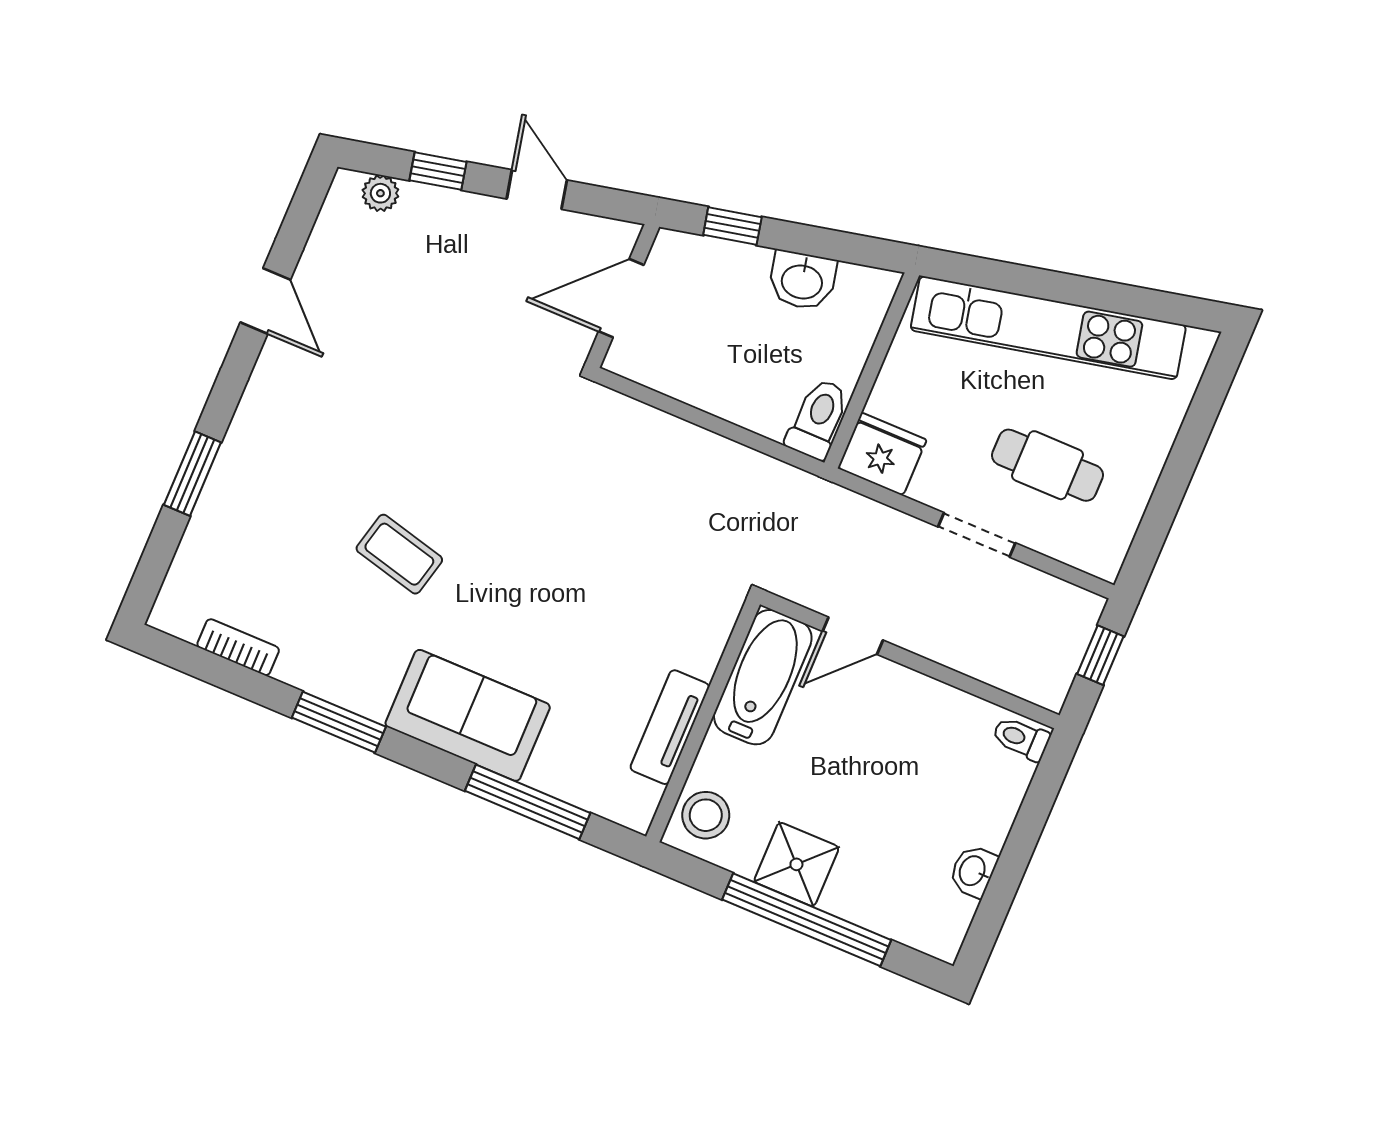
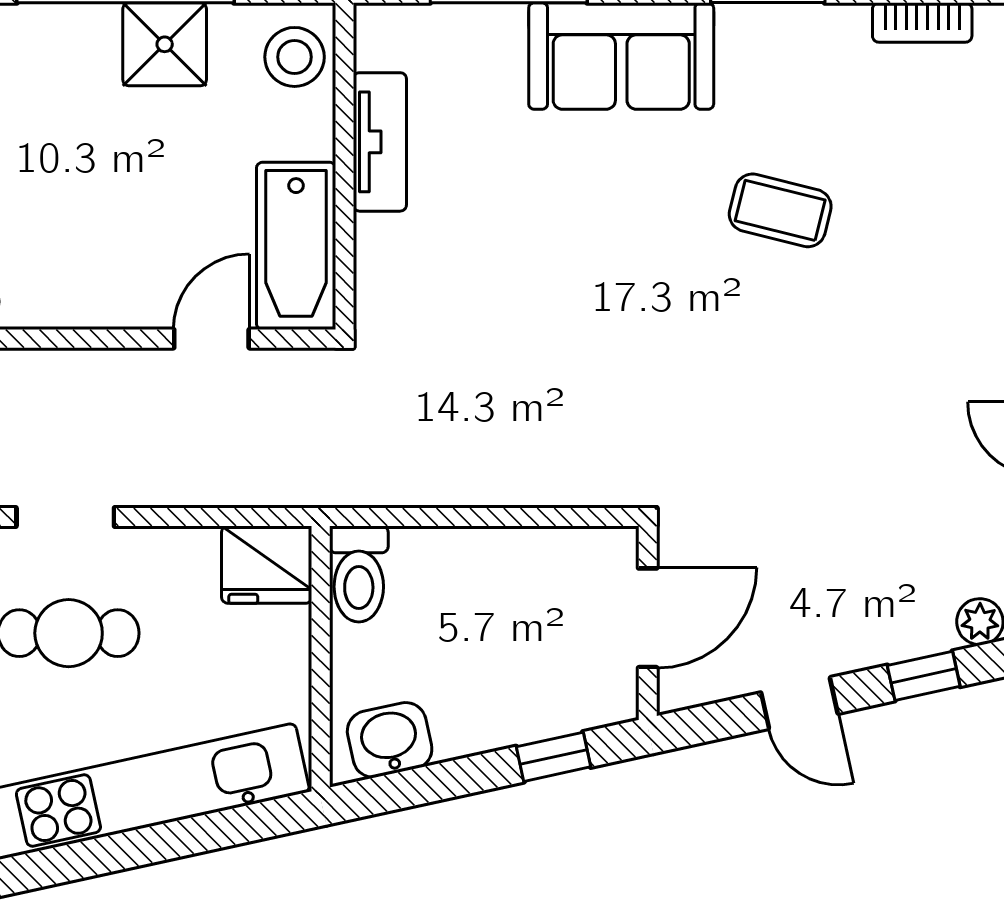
washbasin: (802, 280) -> (390, 740), moved
doorway: (977, 535) -> (65, 517), moved

